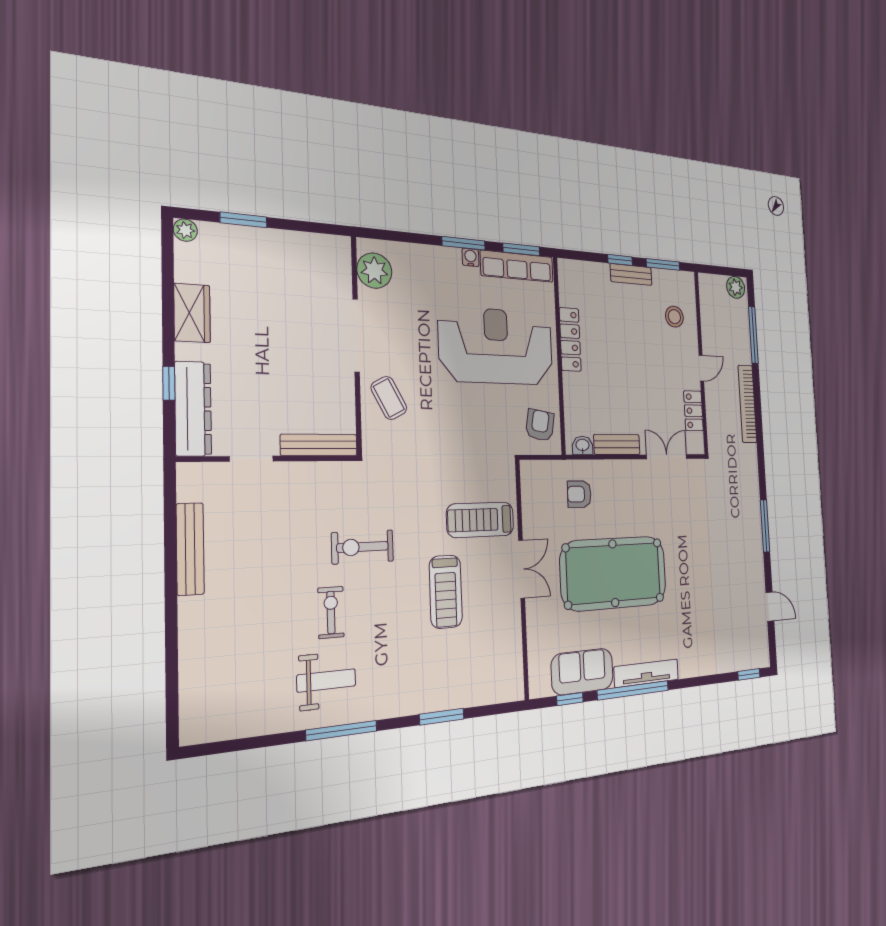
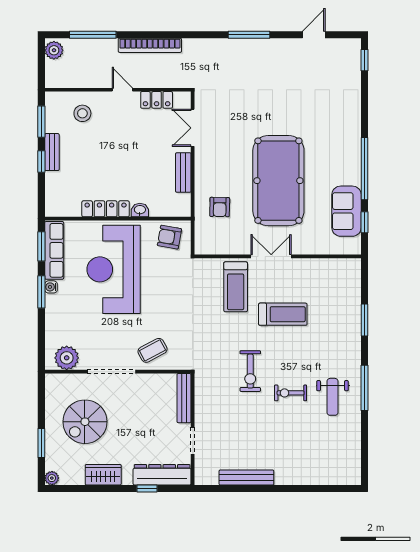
spiral stairs: (279, 290) -> (85, 422), added
washbasin: (583, 445) -> (140, 210), moved, turned 90
tv unit: (646, 673) -> (353, 156), removed
weight bench: (326, 680) -> (333, 397), turned 180

